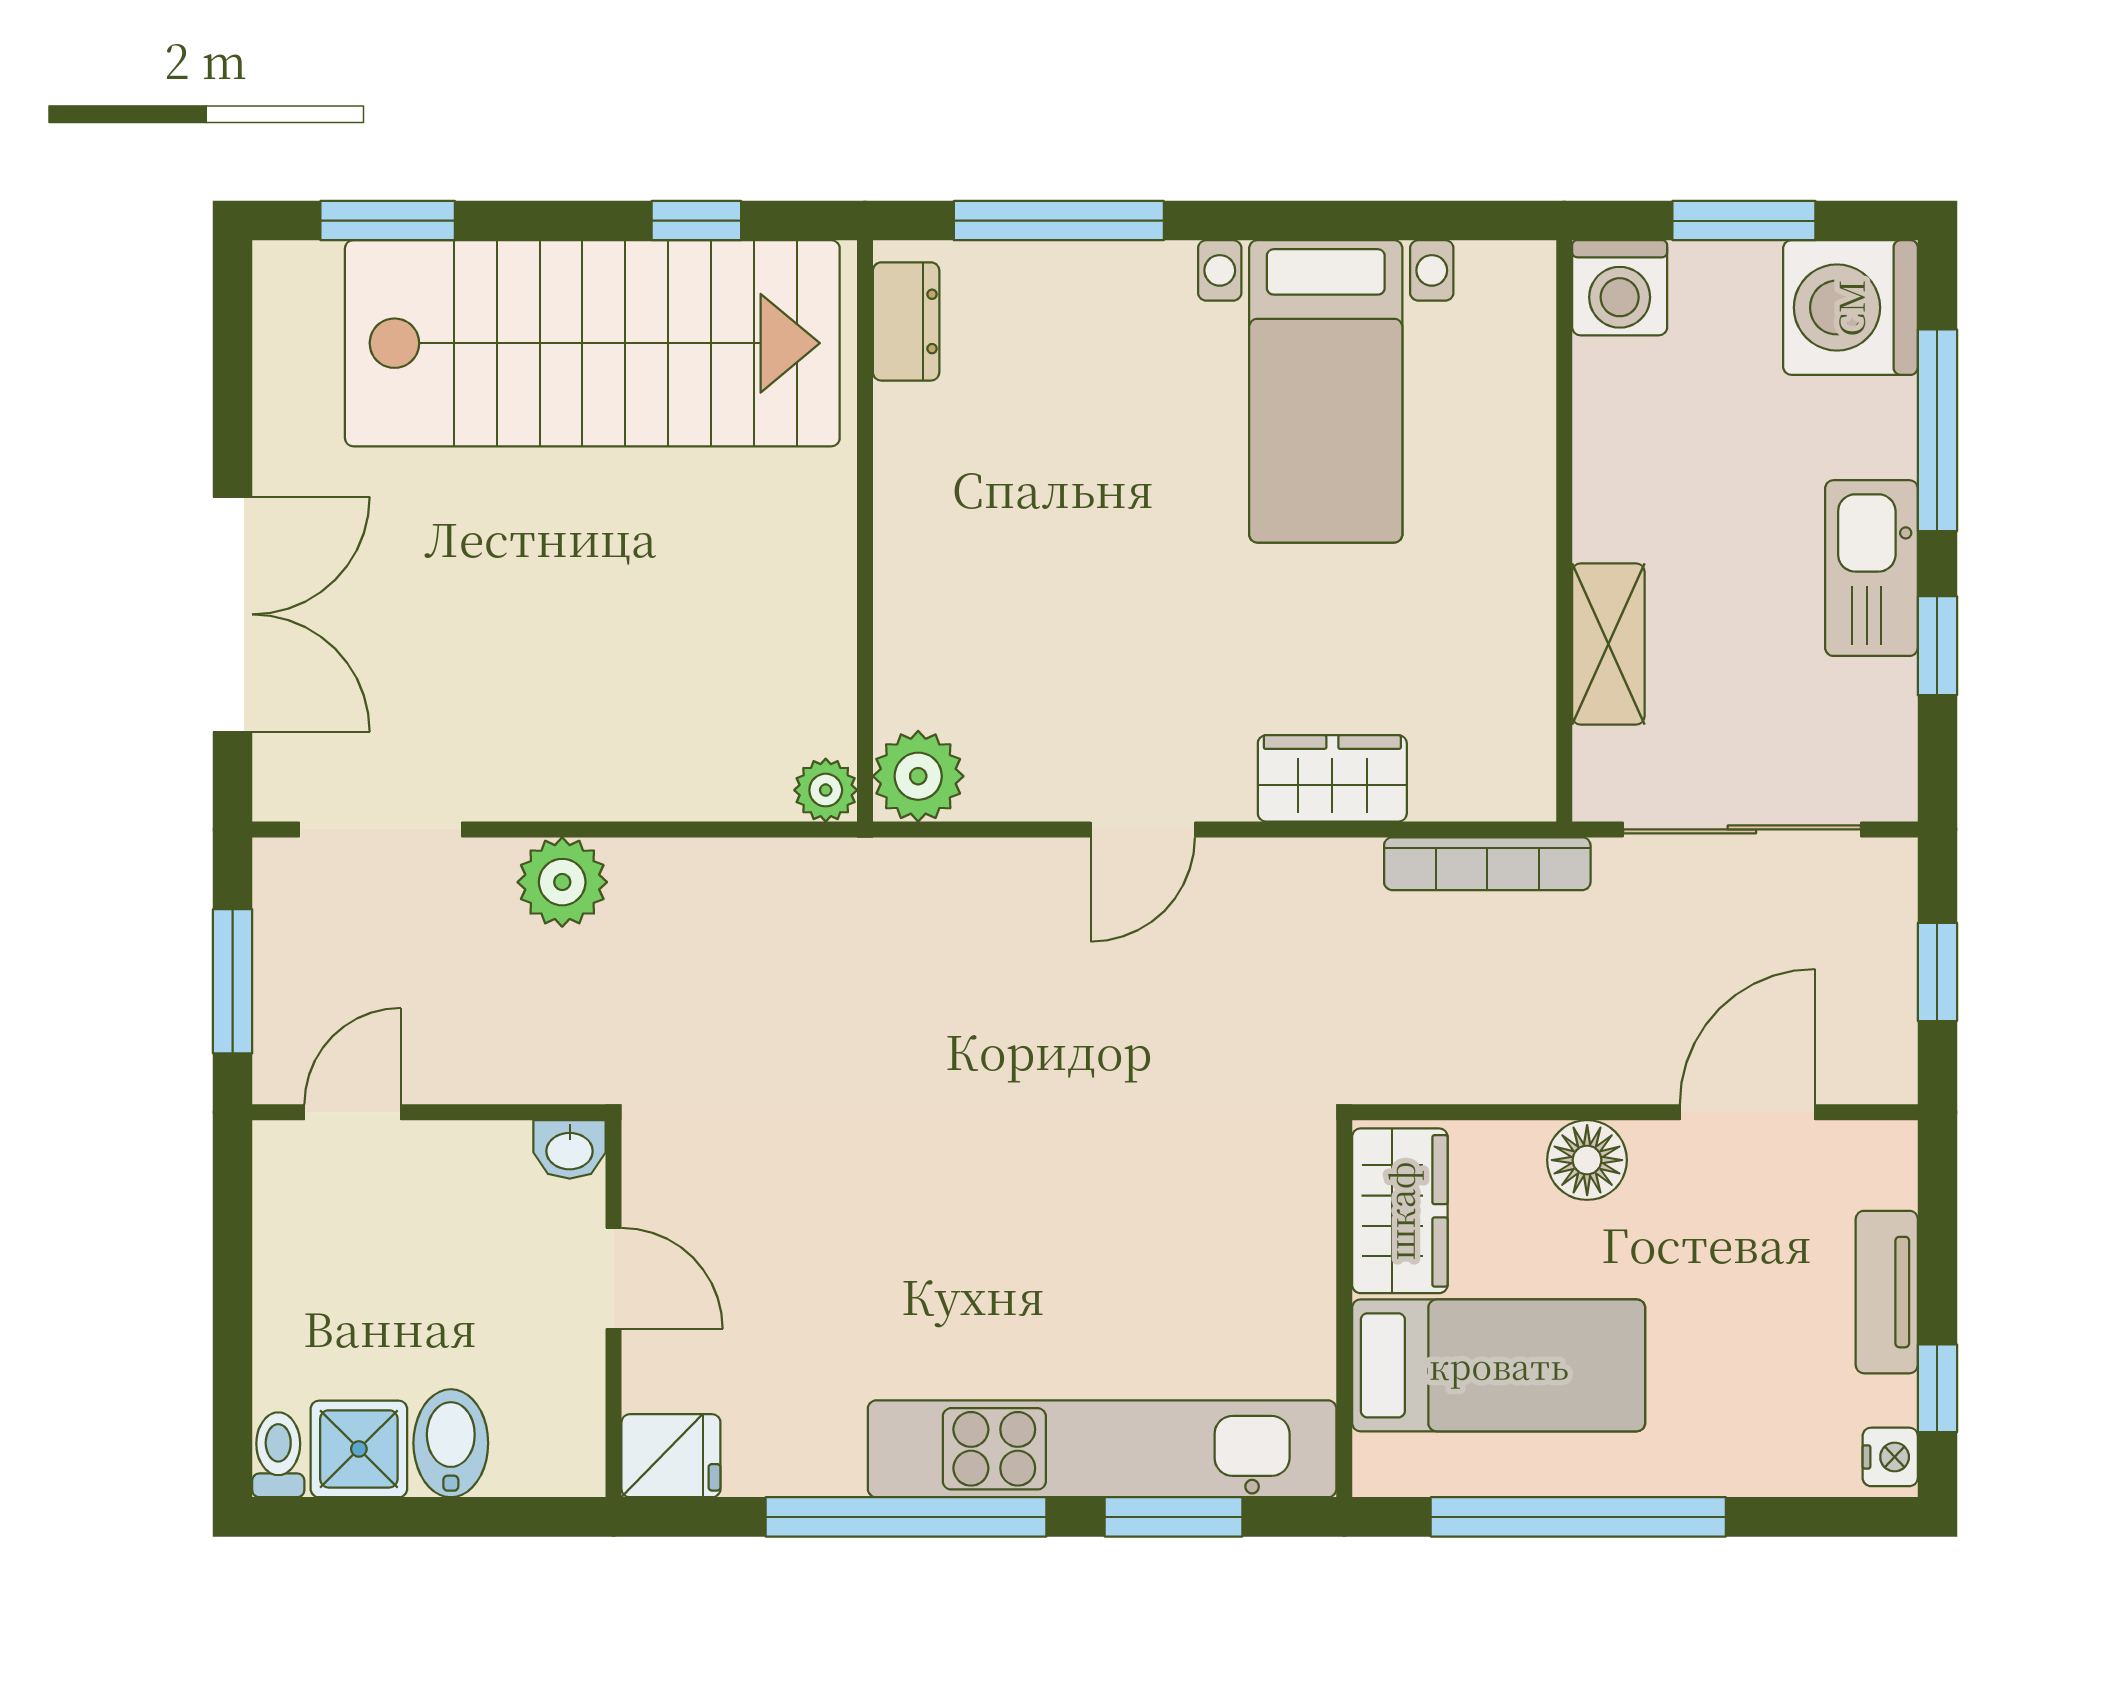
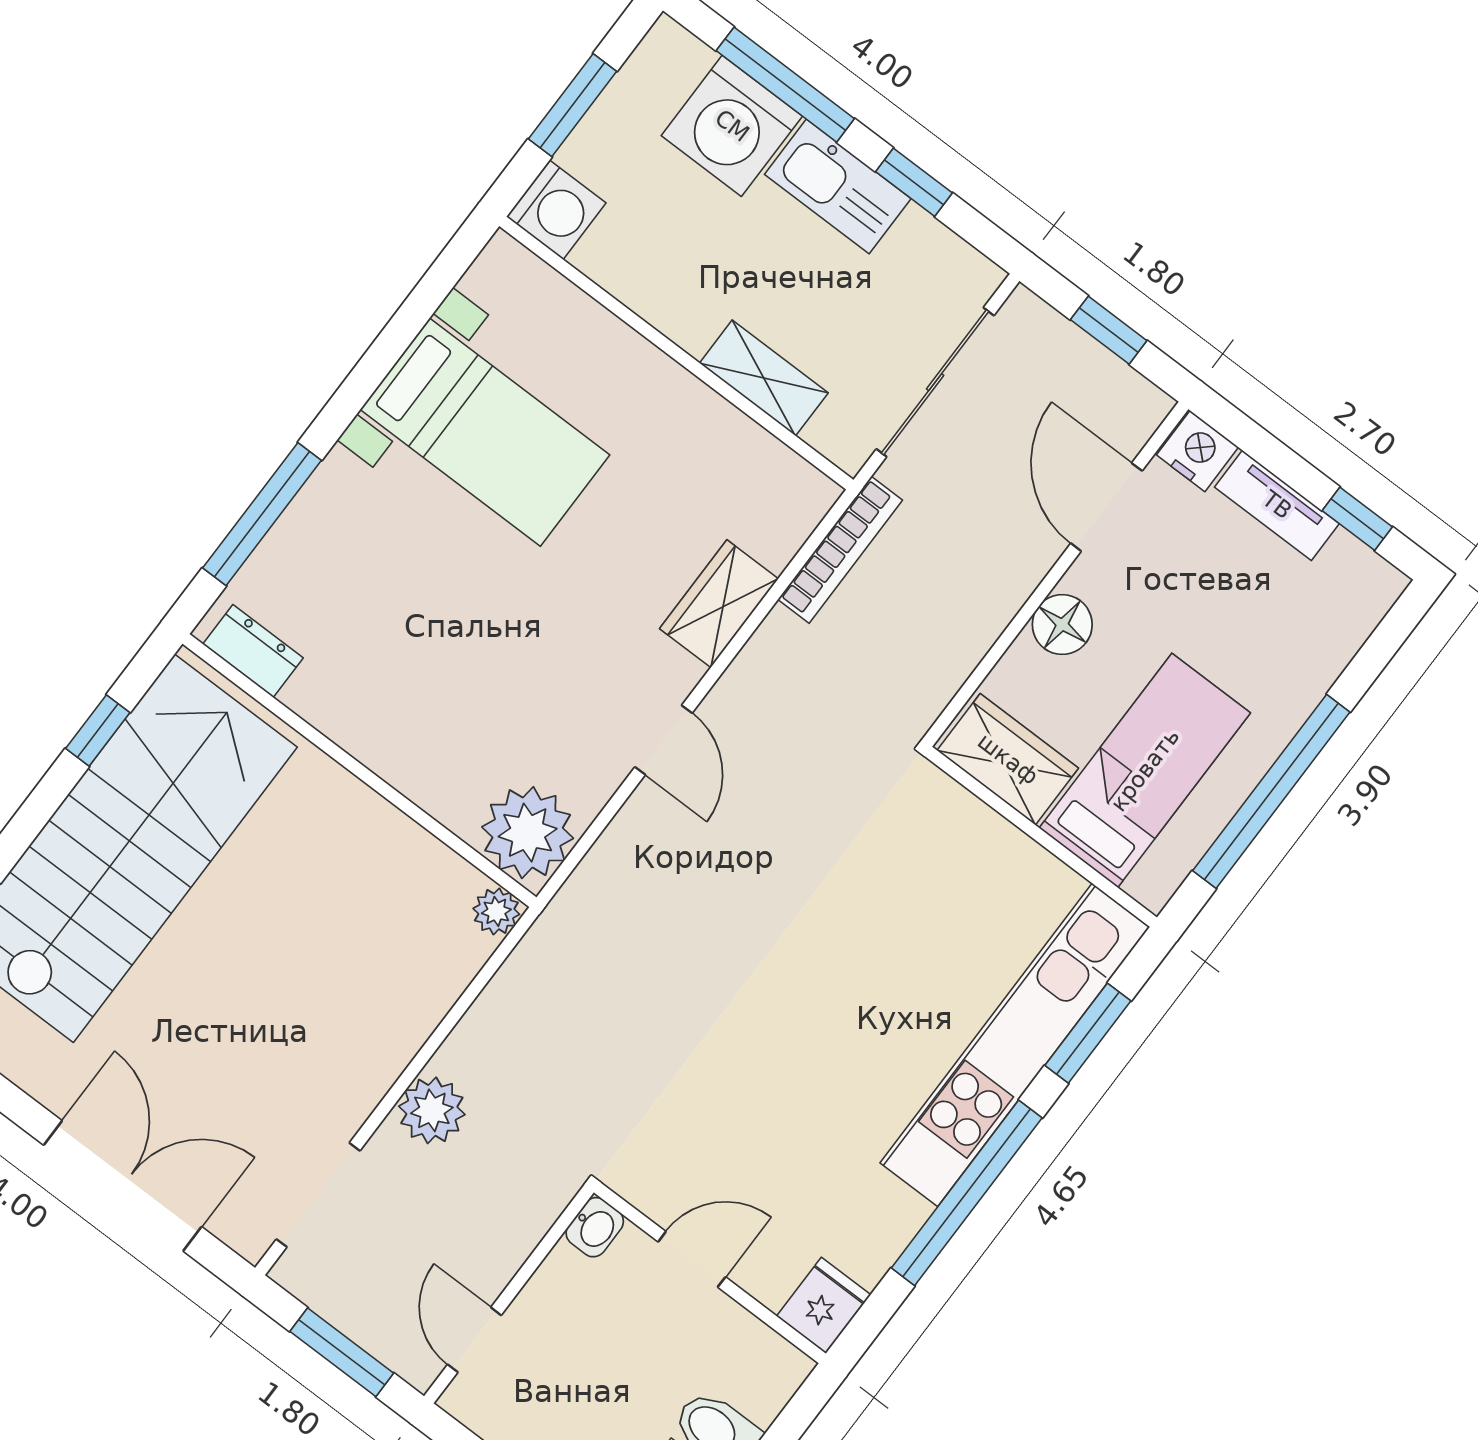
washing machine: (1850, 308) -> (732, 126), moved
plant: (918, 776) -> (528, 833), width x1.36, depth x1.36
nightstand: (1890, 1457) -> (1198, 451), moved, width x1.39, depth x1.35

